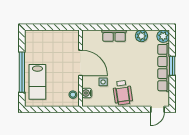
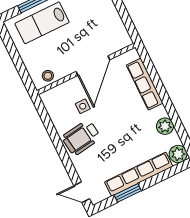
row of seats: (114, 36) -> (145, 84), width x1.48
window: (172, 66) -> (128, 193), moved
water cooler: (87, 93) -> (58, 92), removed

